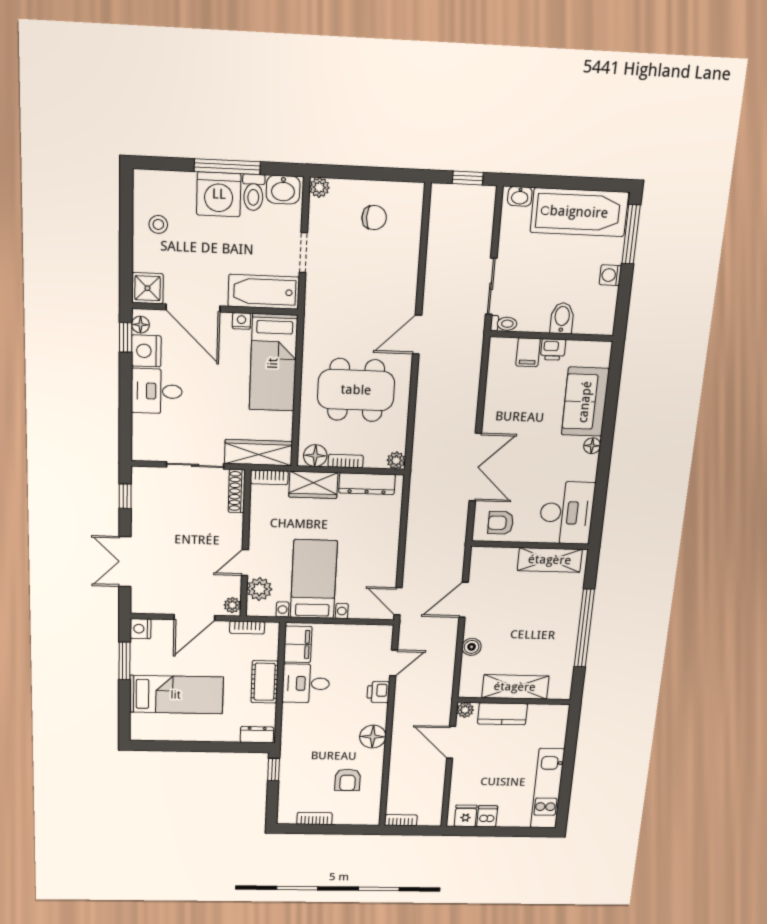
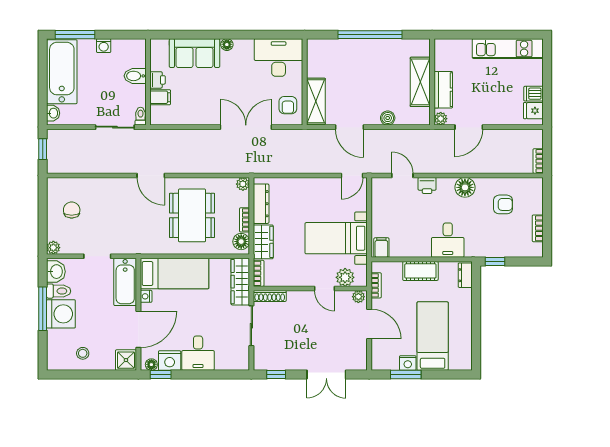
shelving: (550, 560) -> (316, 101), moved
nightstand: (140, 629) -> (408, 363), moved
filing cabinet: (298, 644) -> (381, 248), width x0.50
desk: (306, 683) -> (448, 240), moved

